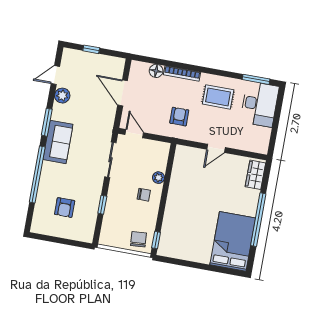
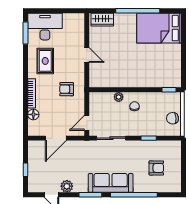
sofa: (58, 142) -> (111, 183), width x1.36
chair: (138, 239) -> (172, 118), moved

